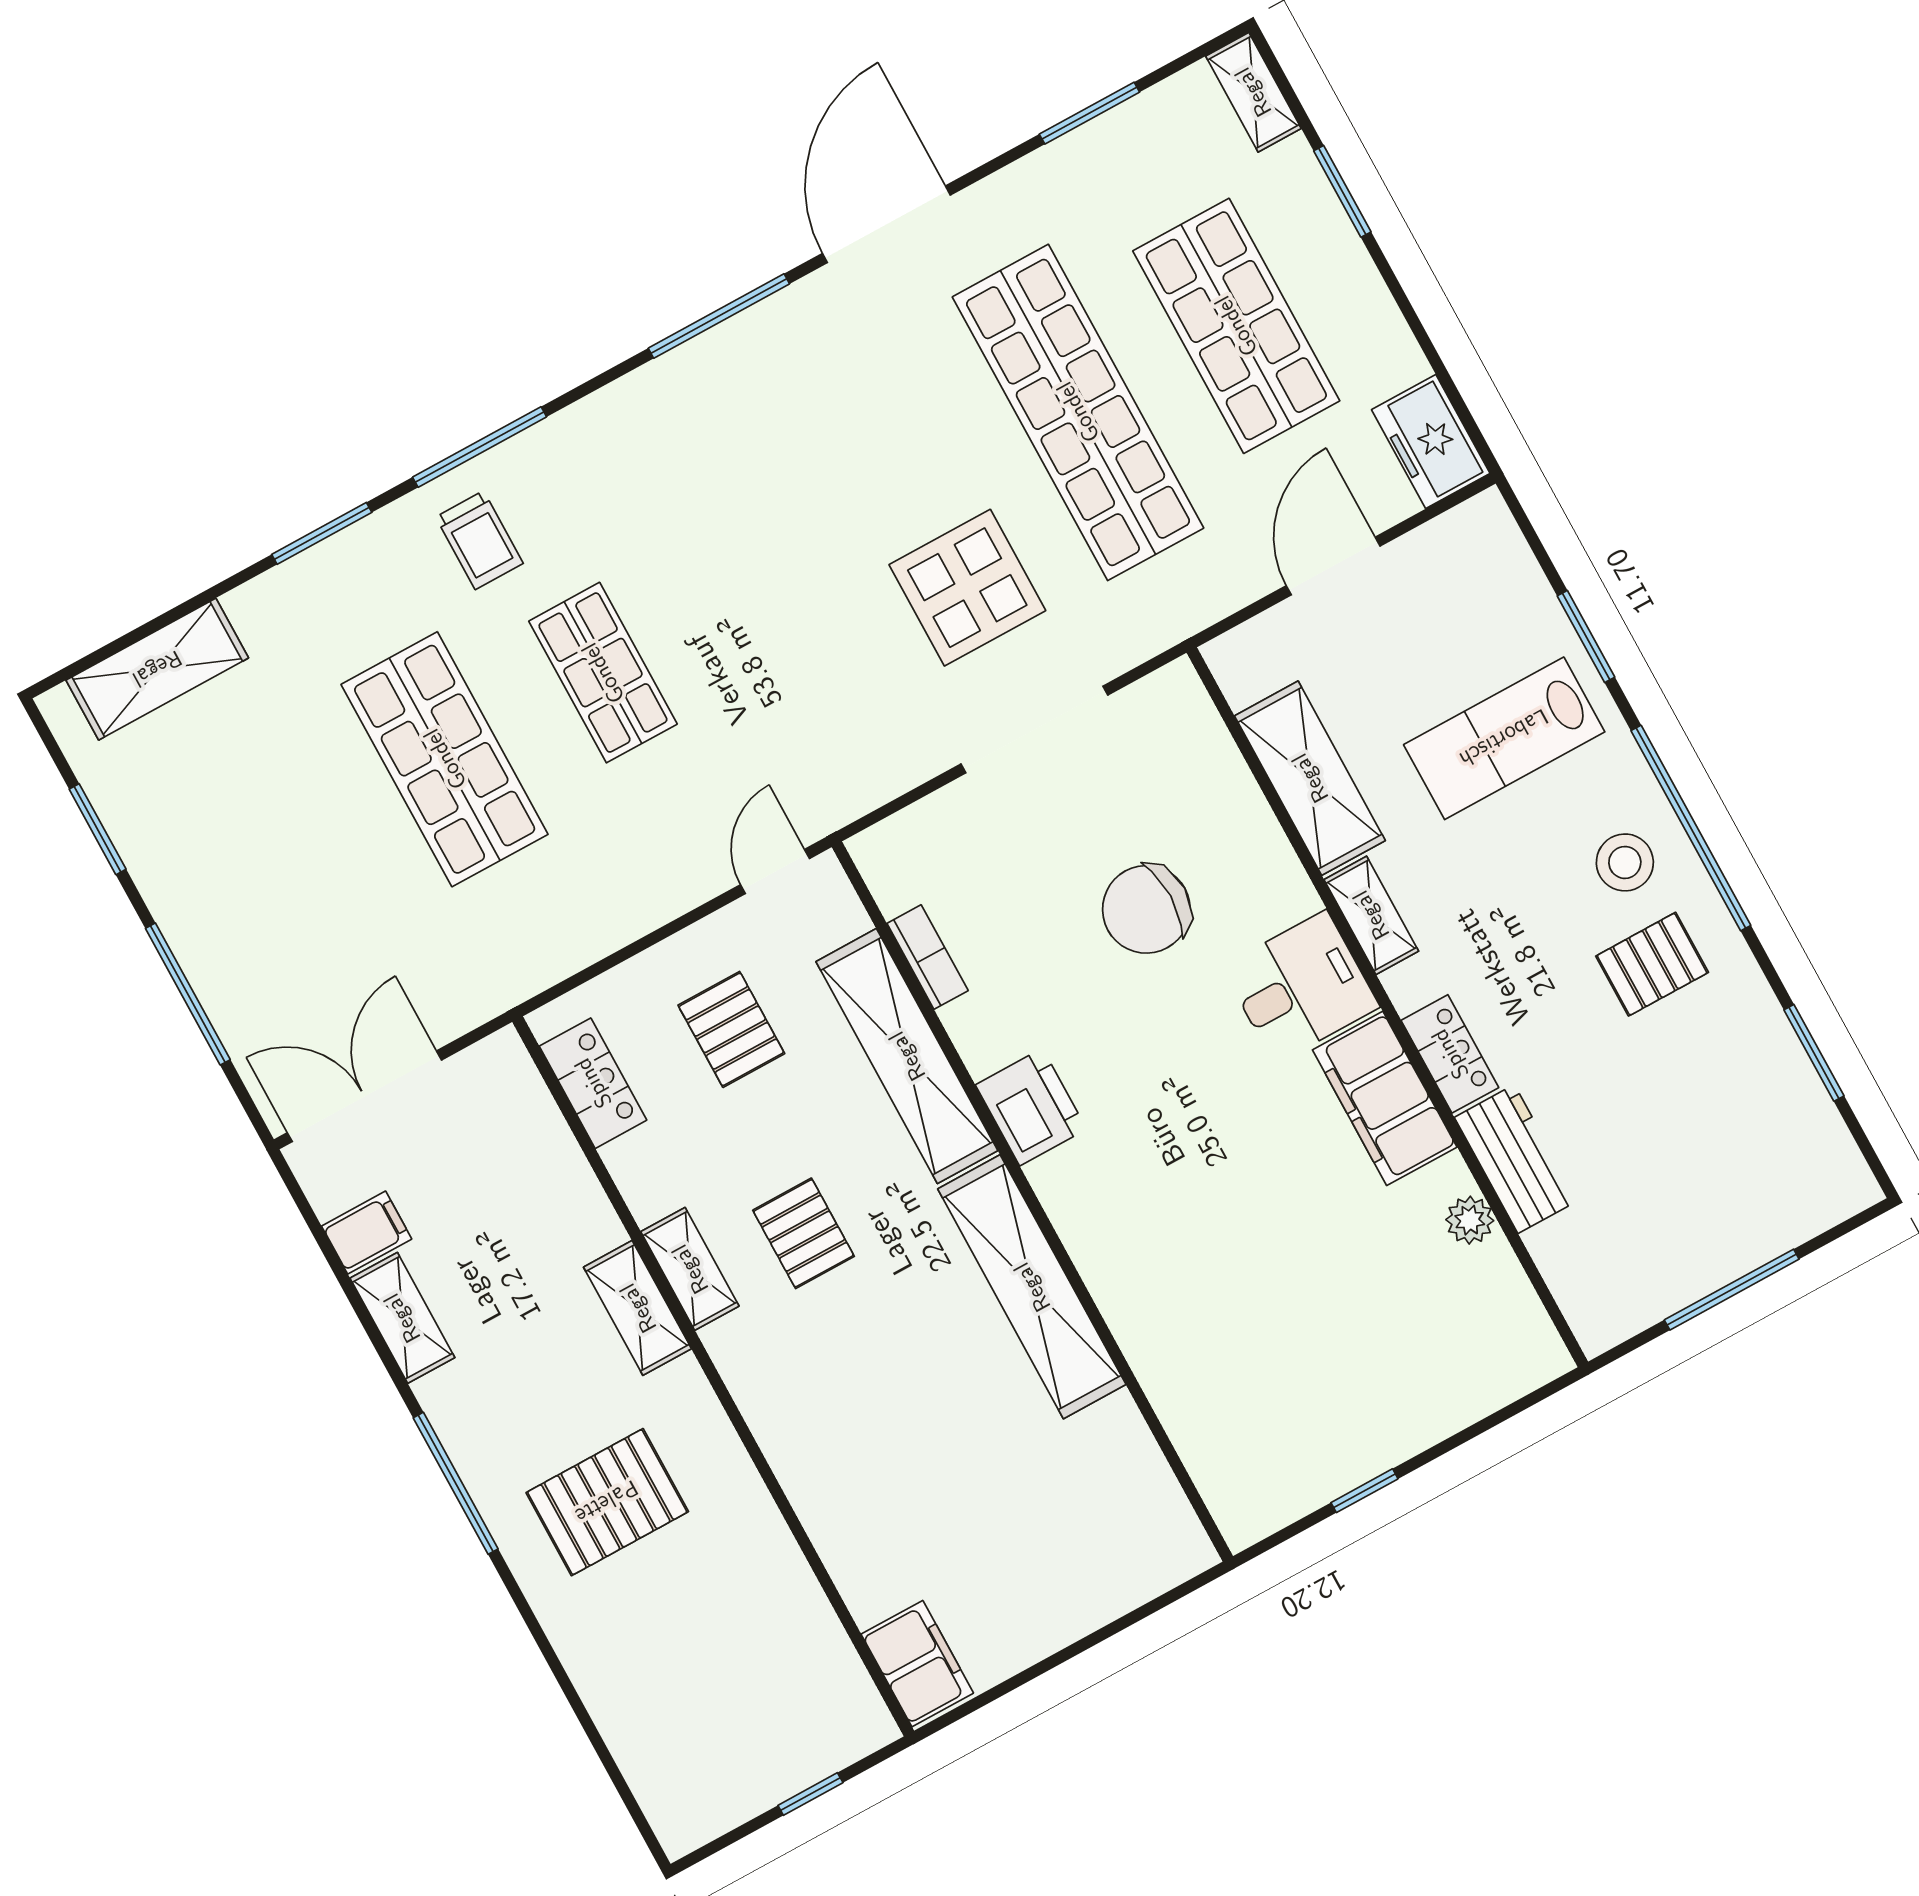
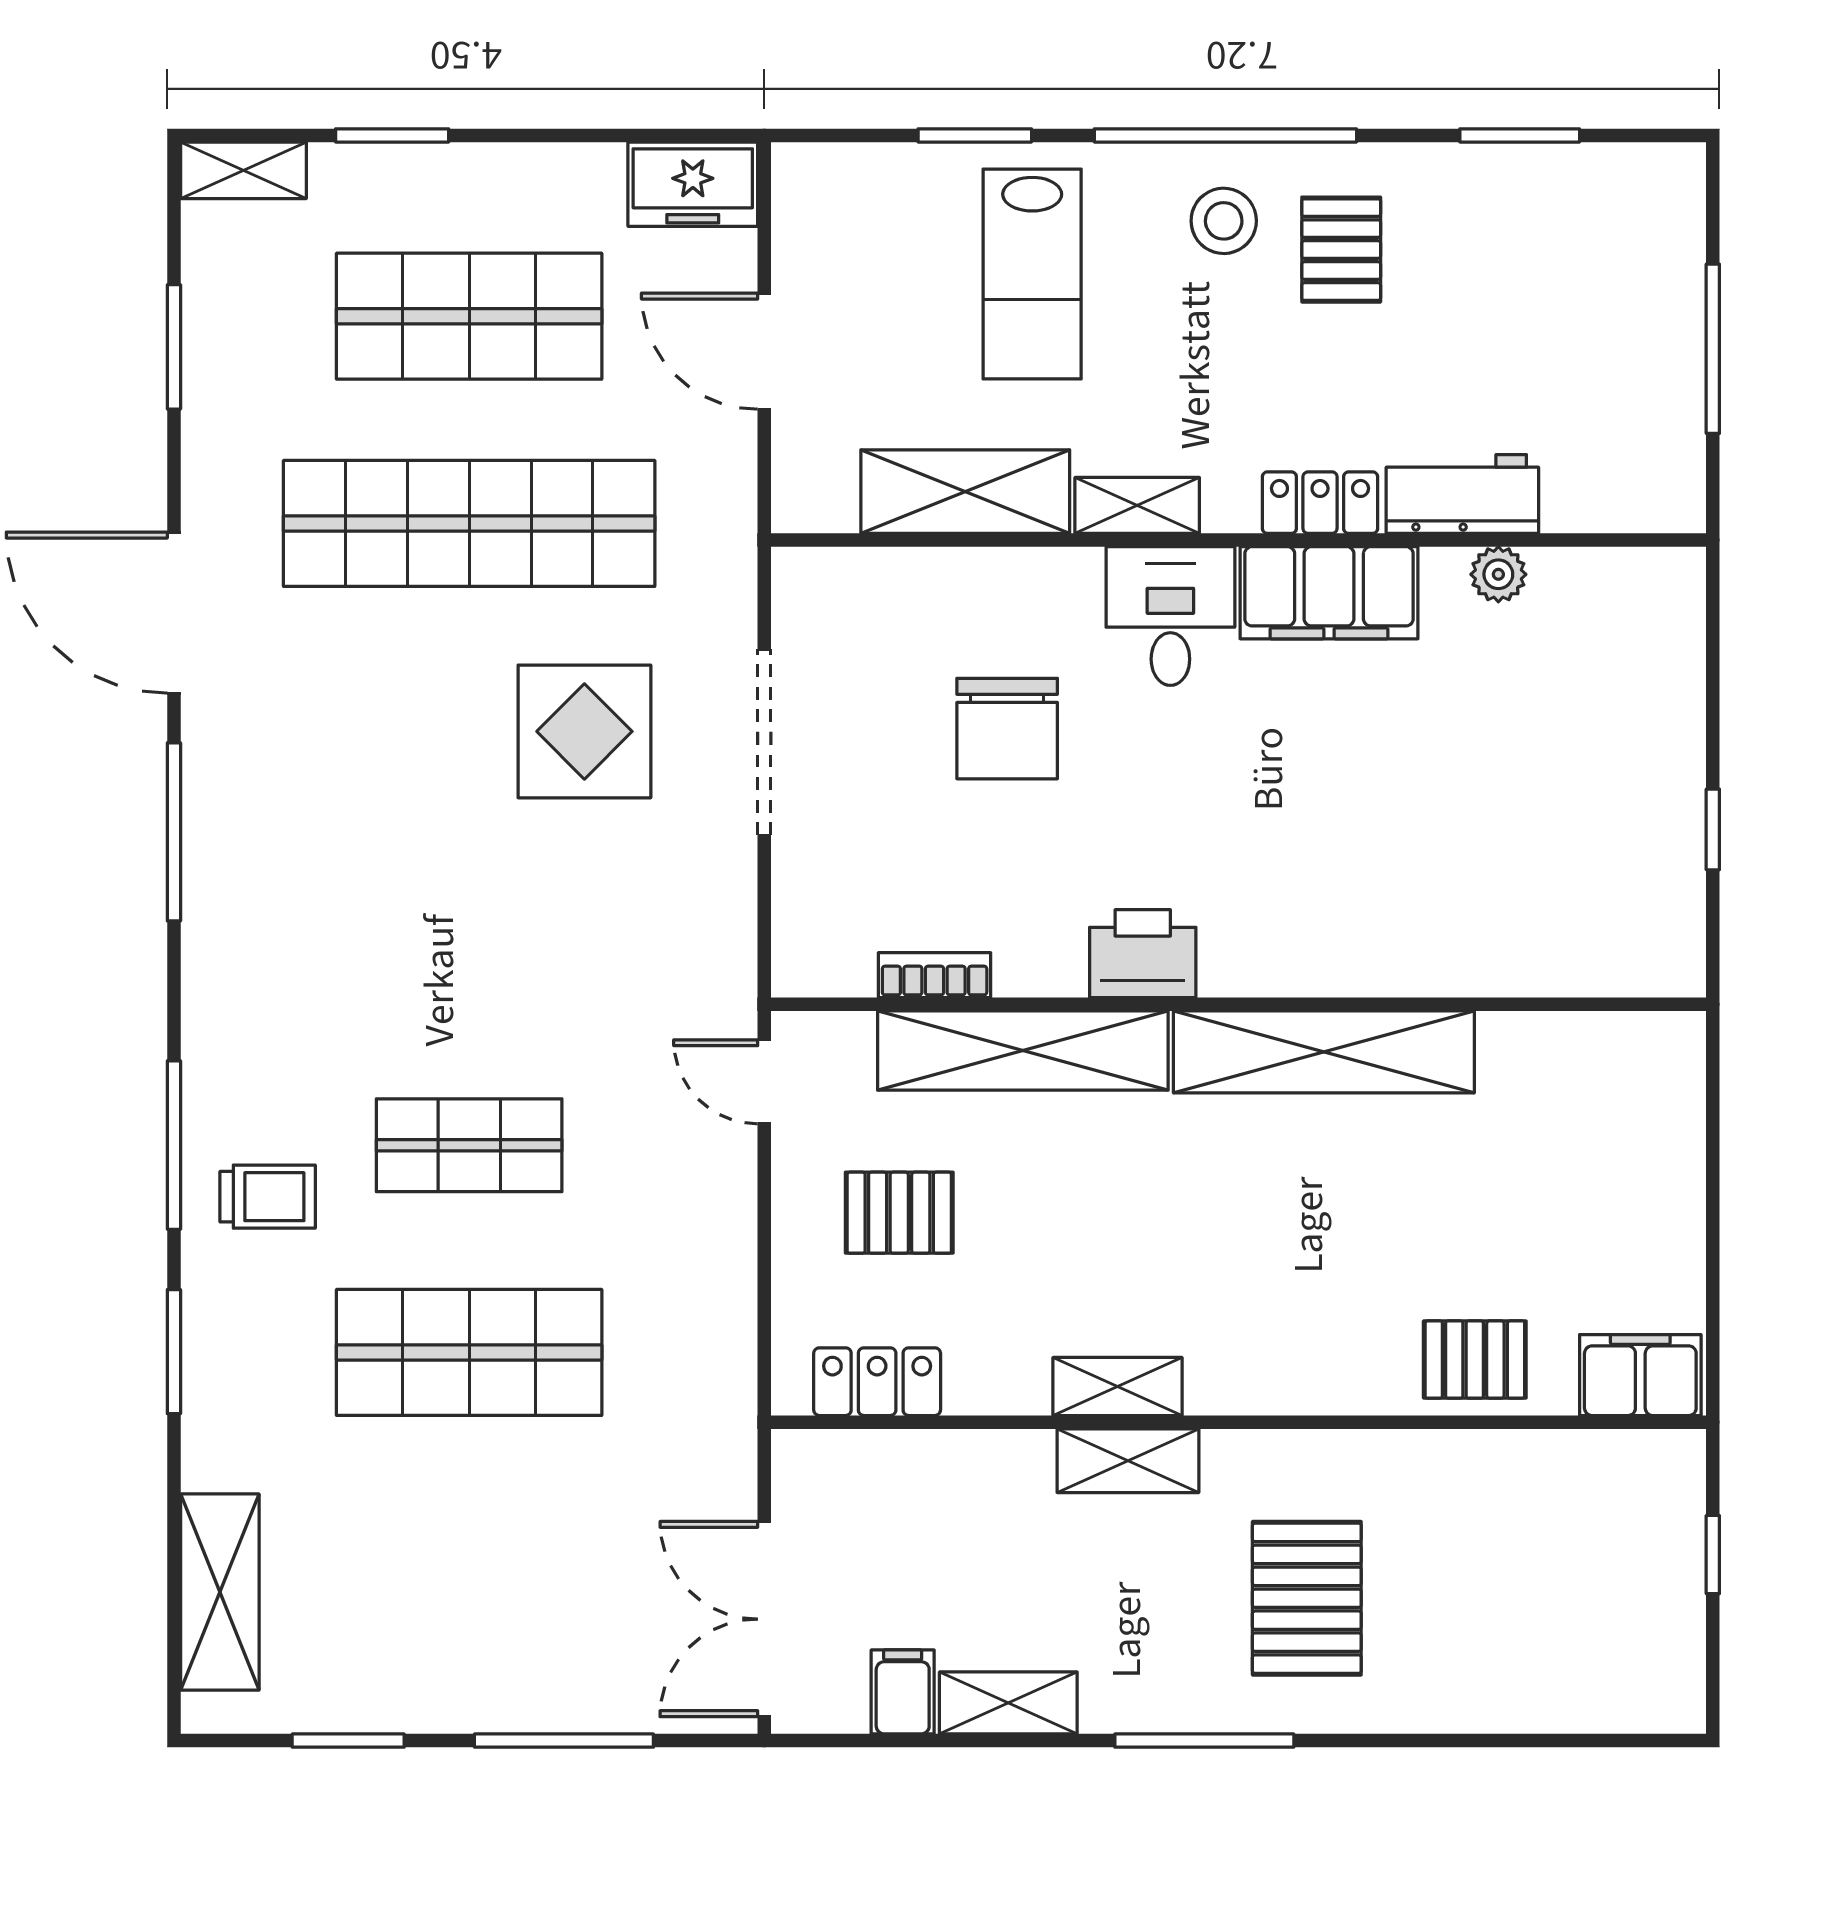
pallet: (803, 1233) -> (1475, 1360), moved

